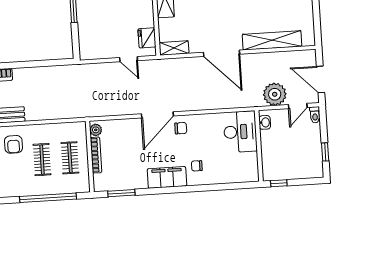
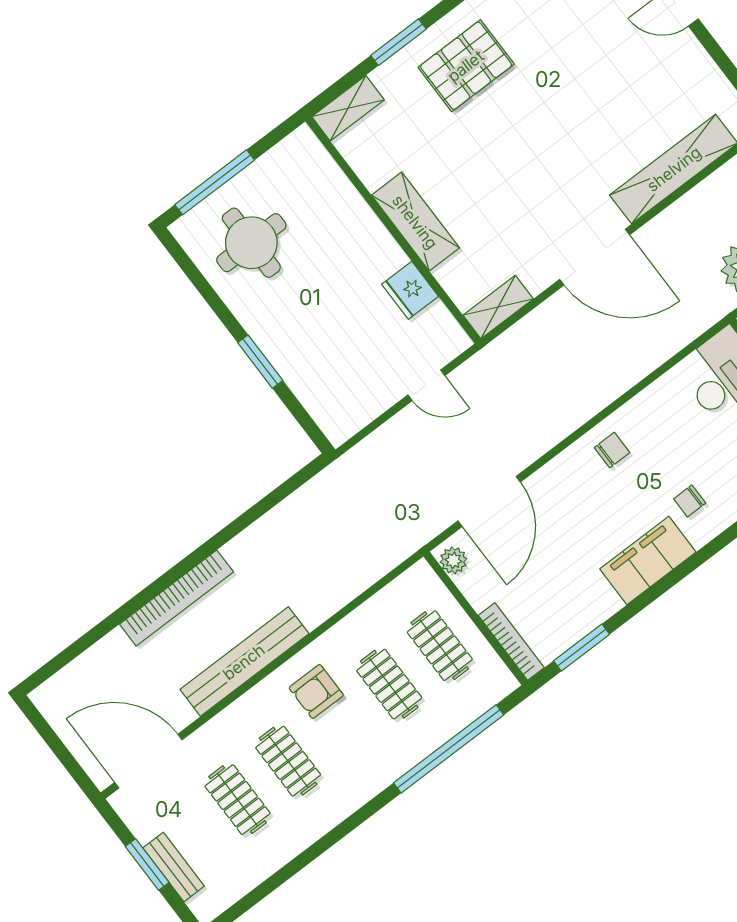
fridge: (147, 38) -> (410, 290), moved
door: (157, 115) -> (489, 501), moved
armchair: (13, 144) -> (316, 691), turned 90
bookcase: (96, 155) -> (511, 642), moved

